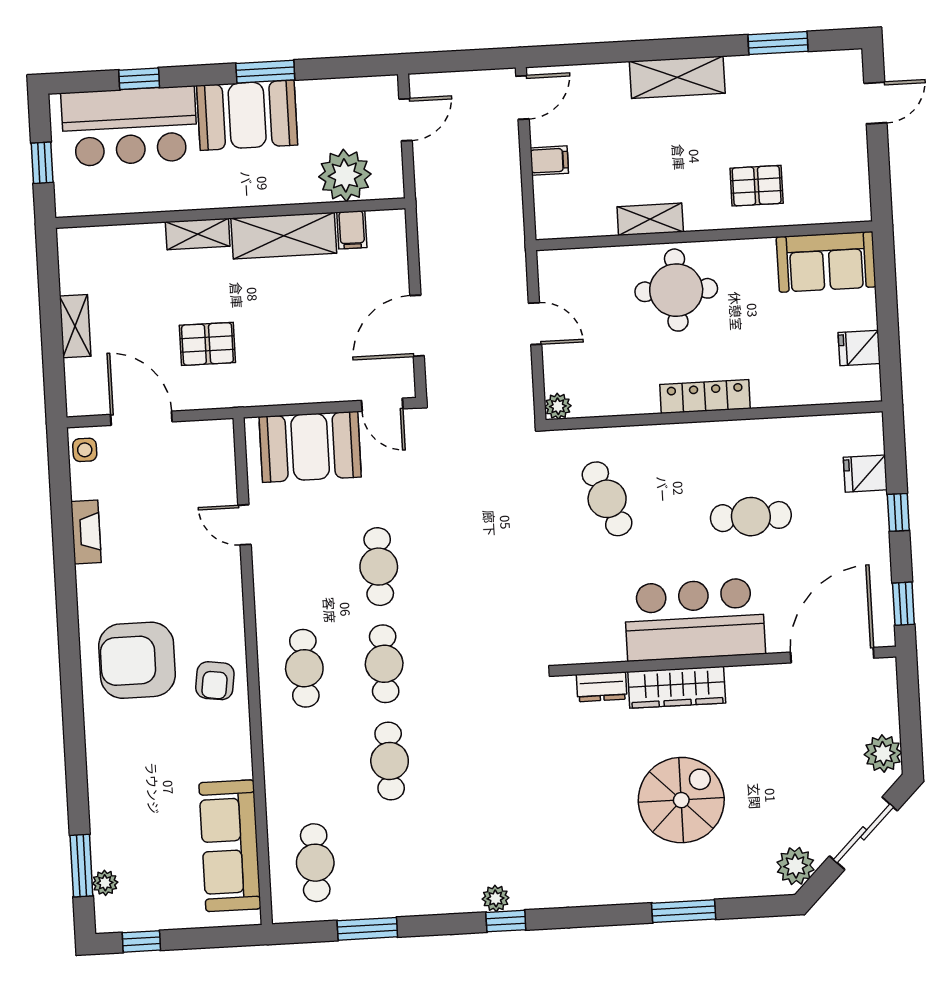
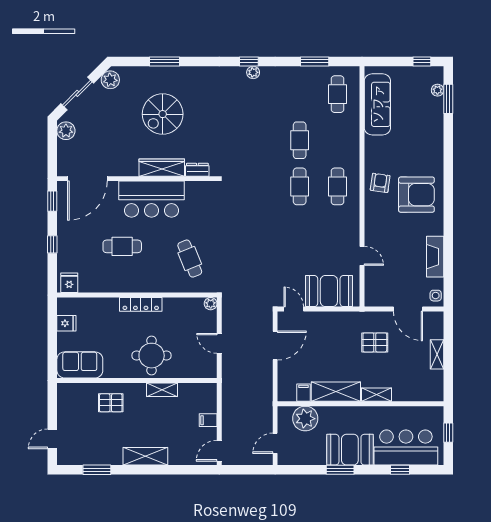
fridge: (865, 474) -> (69, 283), moved, turned -90
fireplace: (86, 532) -> (435, 257), width x1.37, depth x1.32
cafe table: (379, 567) -> (300, 233), removed

